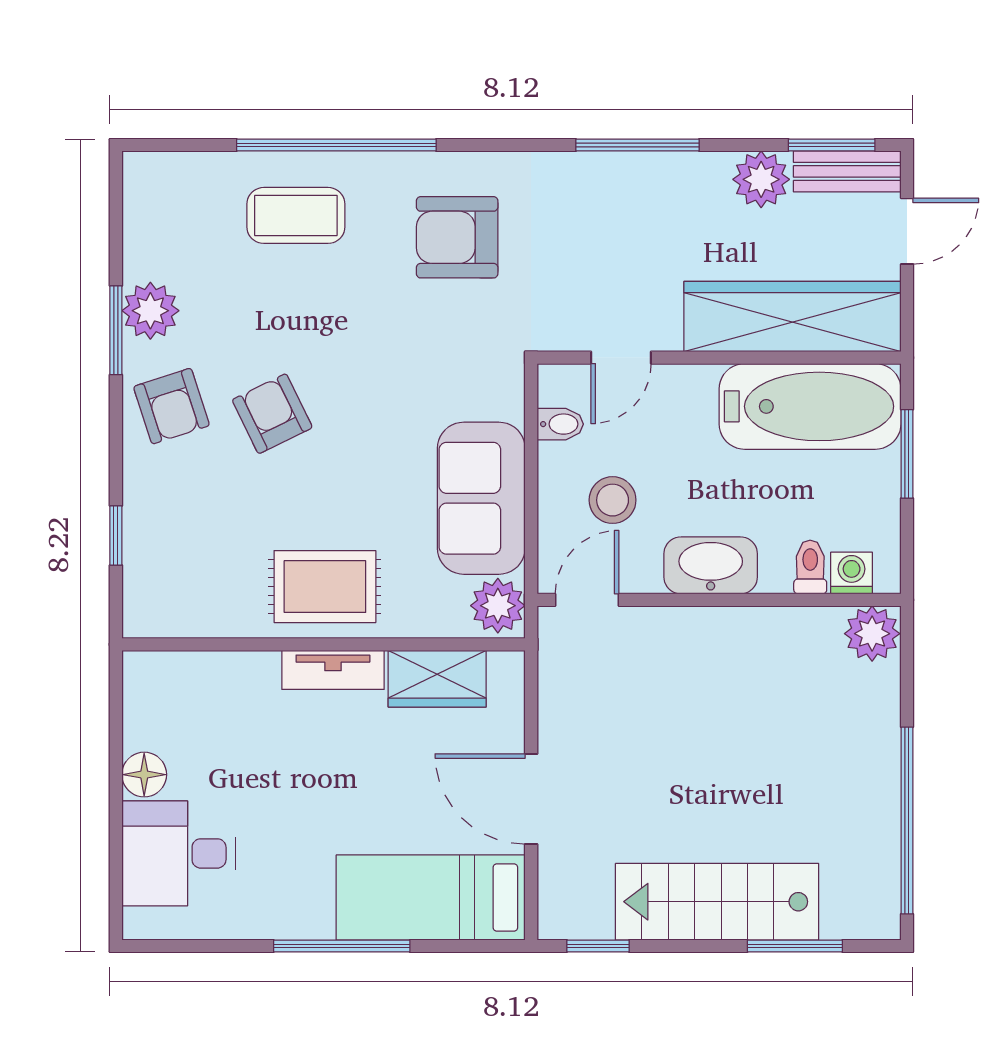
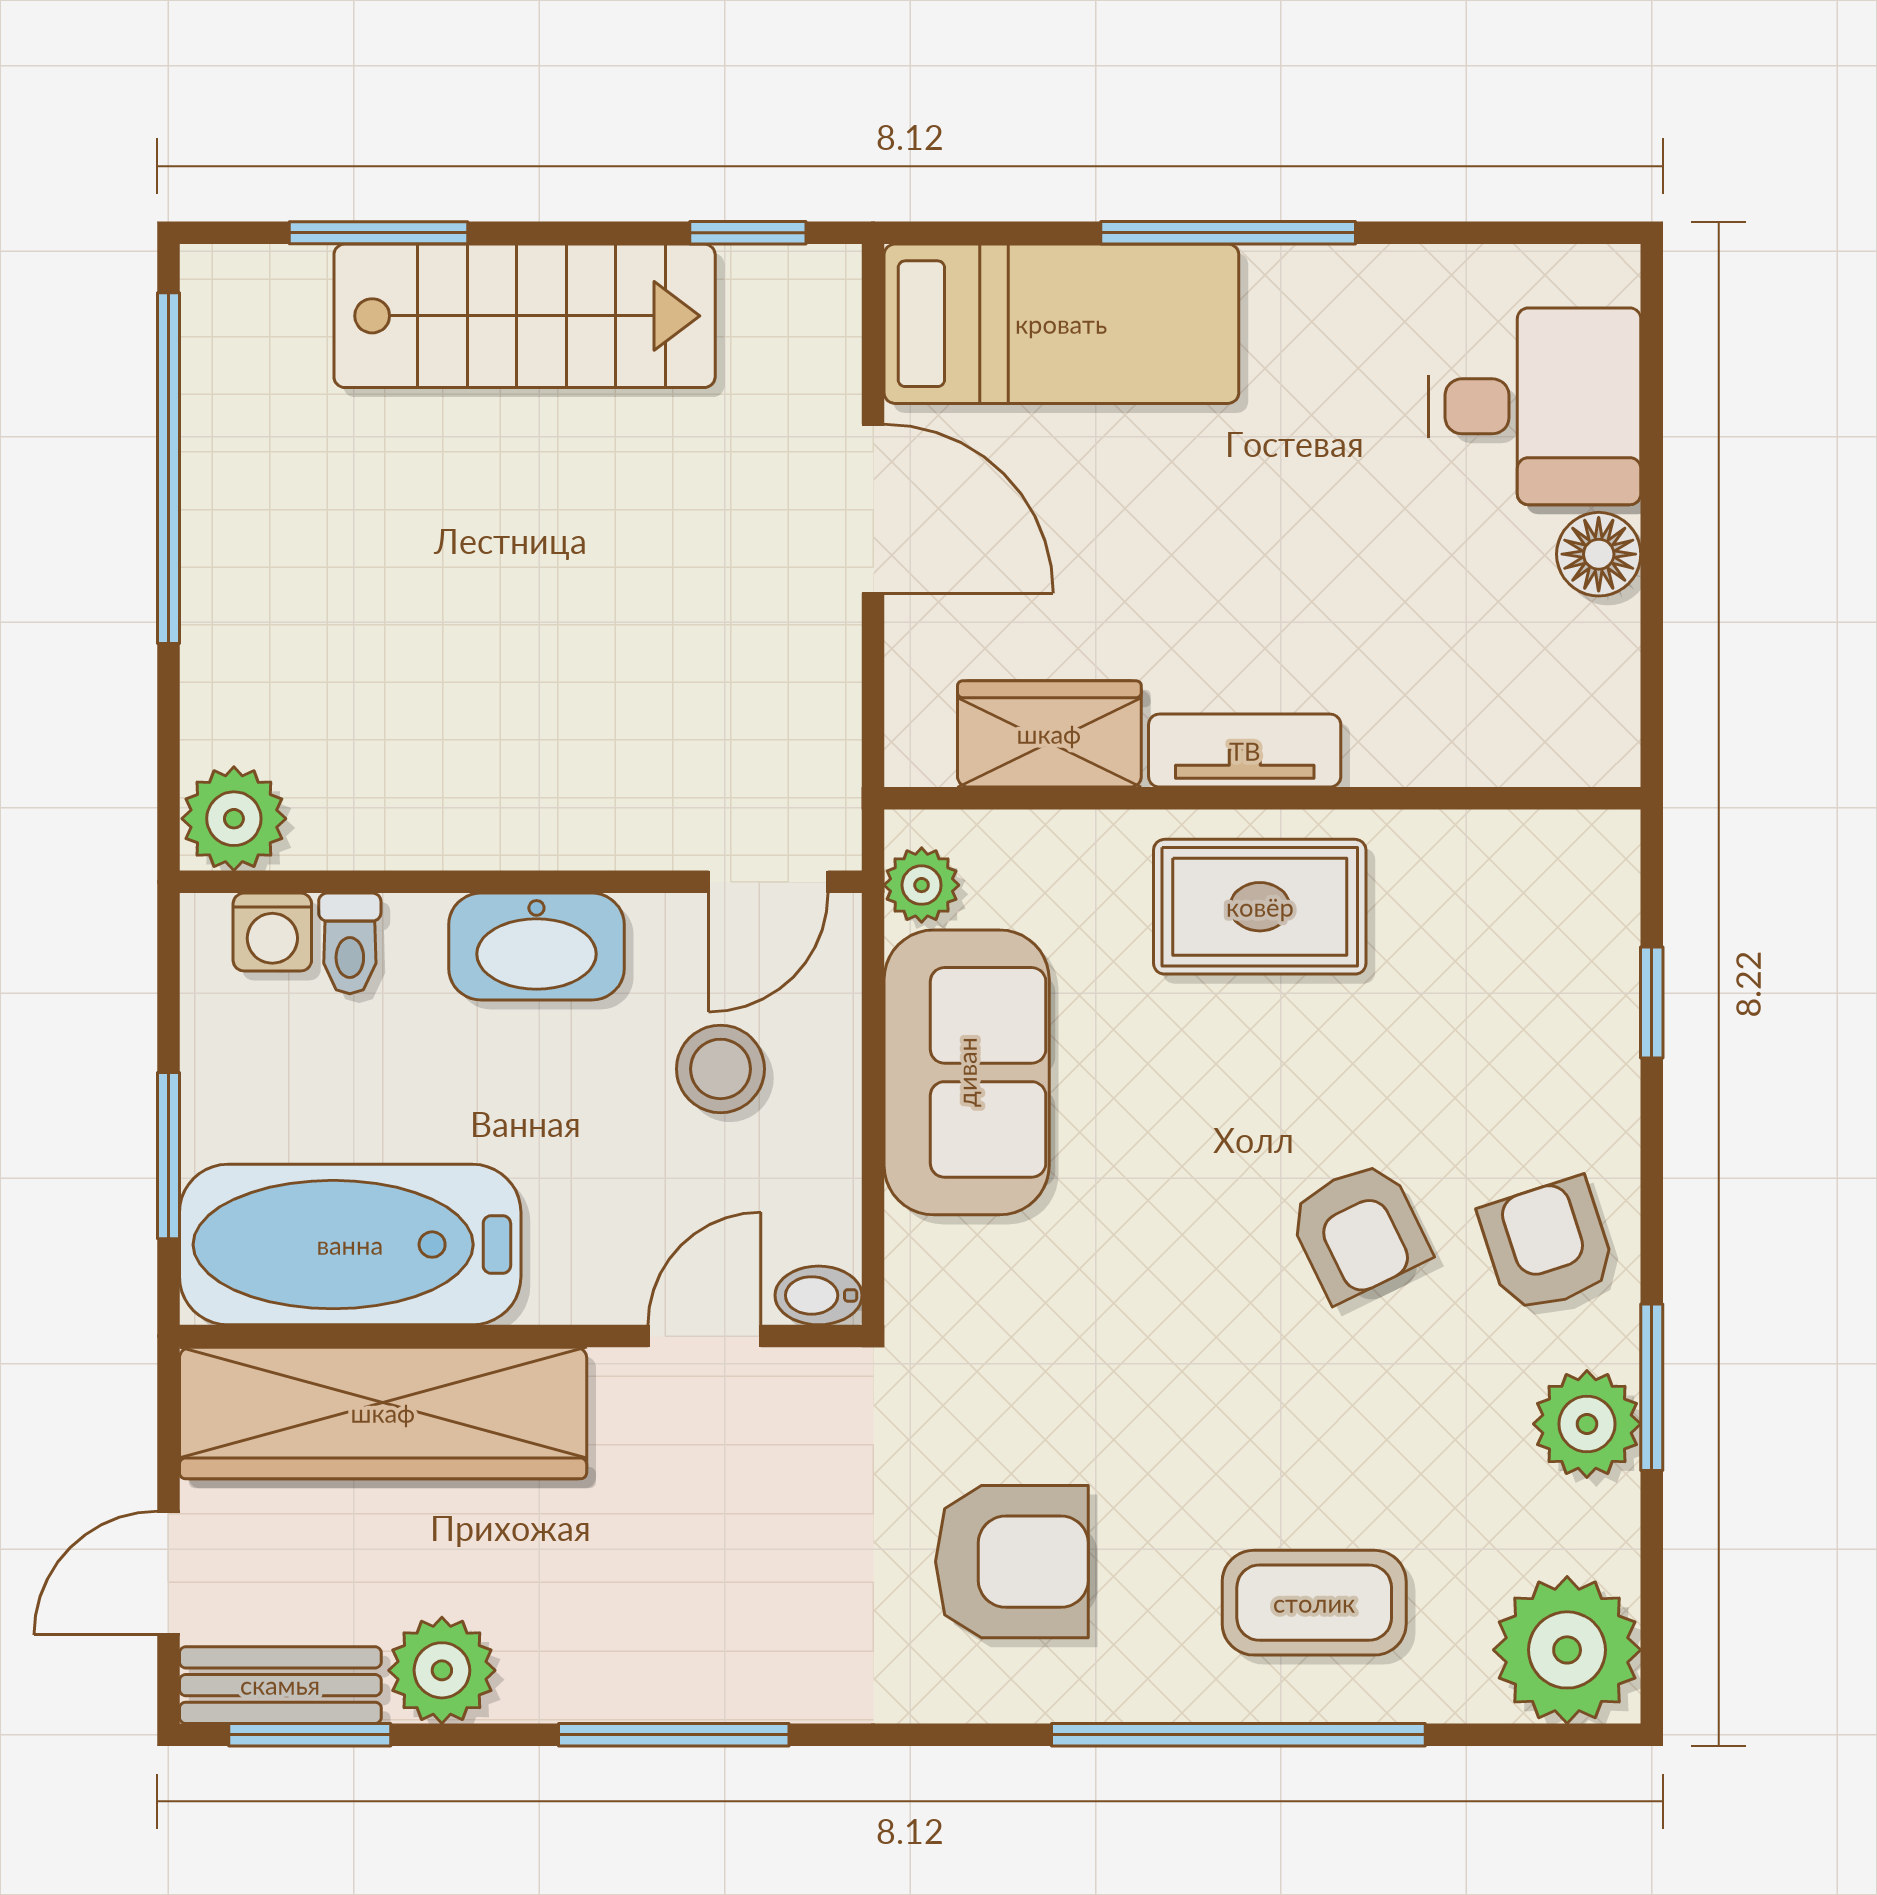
plant: (161, 190) -> (1567, 1650), added
bidet: (560, 424) -> (818, 1295), moved
plant: (498, 606) -> (922, 885), width x0.73, depth x0.73

